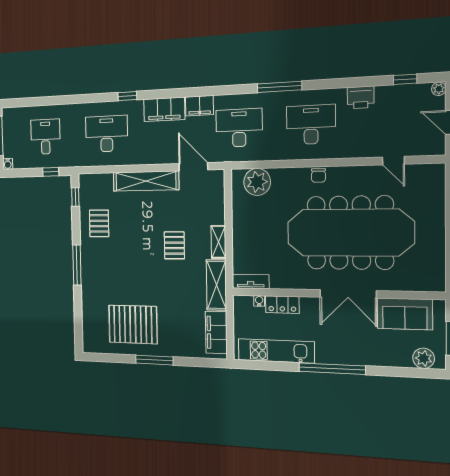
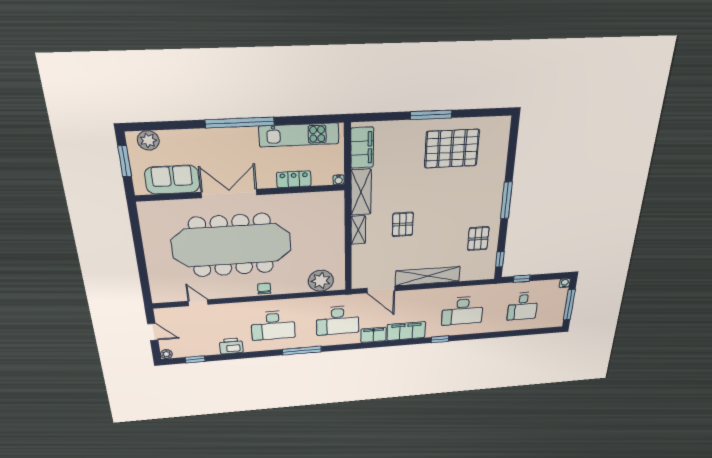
tv unit: (251, 282) -> (326, 198), removed
water cooler: (259, 301) -> (339, 180), moved

